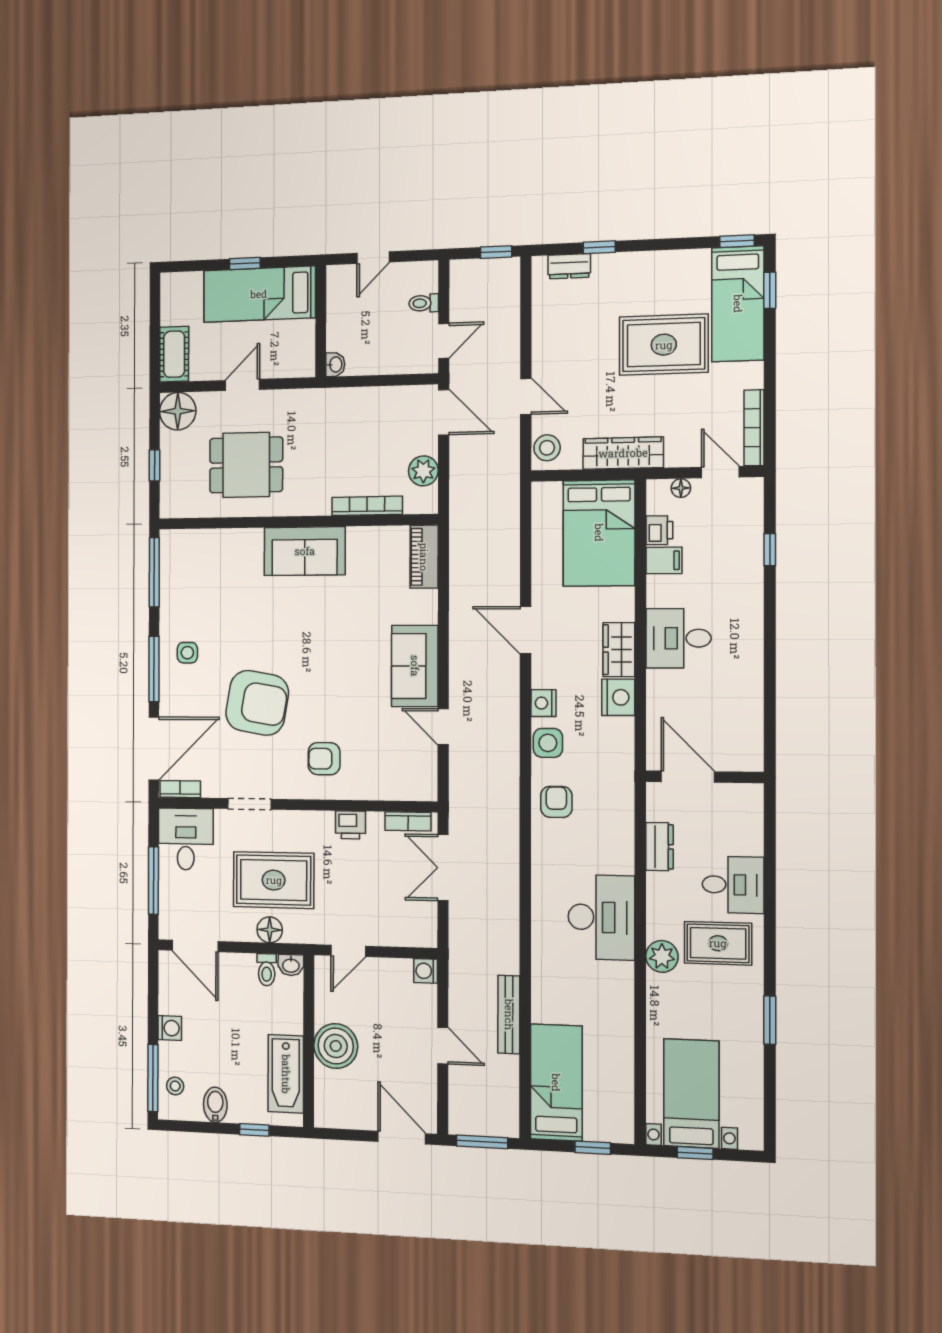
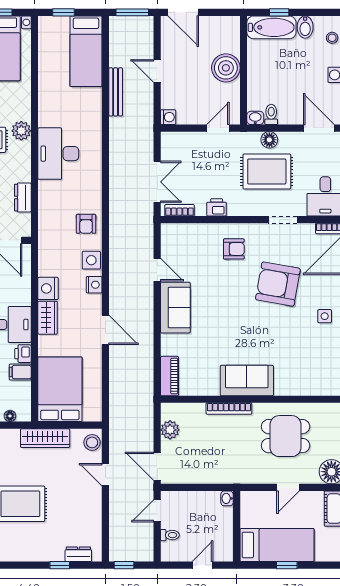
bookcase: (367, 506) -> (229, 409), moved
printer: (659, 530) -> (23, 354), moved
bathtub: (286, 1074) -> (271, 27), moved, turned 90

